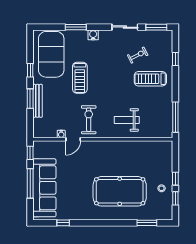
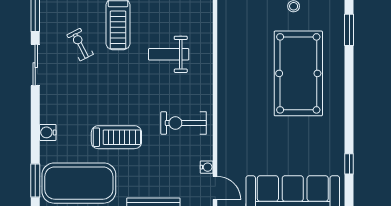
window: (76, 27) -> (35, 181), moved
water cooler: (93, 35) -> (48, 132), moved
weight bench: (127, 120) -> (169, 54), moved, turned 90
door: (73, 139) -> (215, 188), moved

